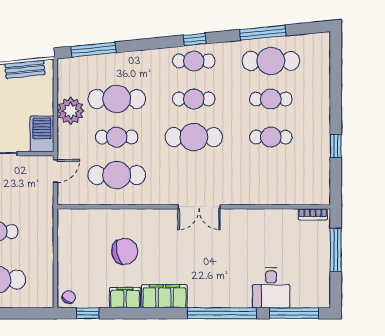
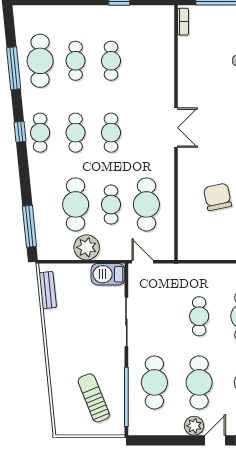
cafe table: (194, 137) -> (111, 133), width x0.73, depth x0.74

